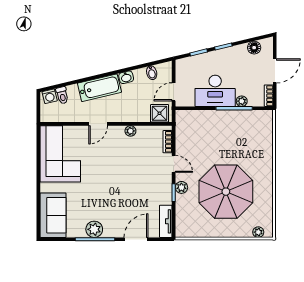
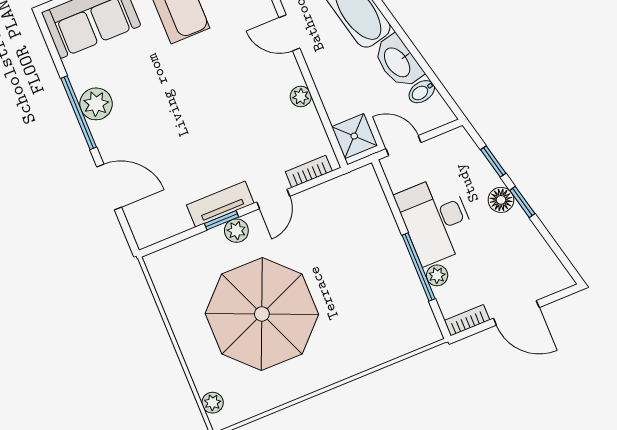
floor lamp: (254, 48) -> (501, 200), moved
washbasin: (126, 77) -> (398, 62), width x1.91, depth x1.45
tv unit: (166, 221) -> (220, 204), moved

